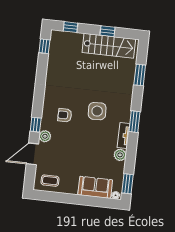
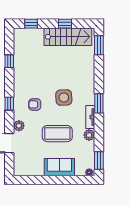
window: (44, 46) -> (9, 61), moved
window: (140, 75) -> (99, 45), moved
window: (36, 125) -> (9, 104), moved
coffee table: (50, 181) -> (57, 134), moved, width x1.86, depth x1.72
sofa: (95, 187) -> (59, 167), moved

